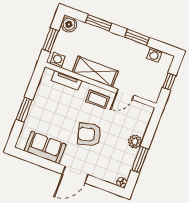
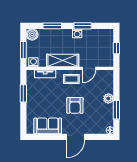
washing machine: (154, 55) -> (77, 33), moved
window: (24, 110) -> (23, 93), moved
armchair: (89, 134) -> (75, 105), turned -75

